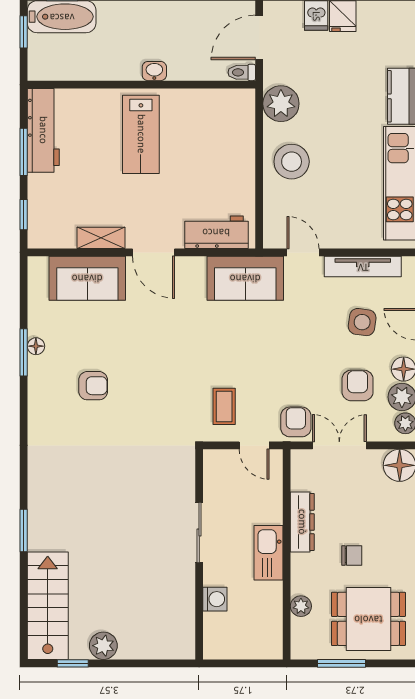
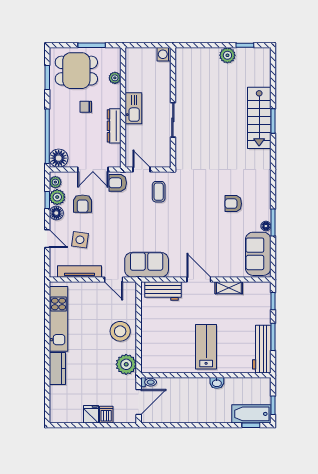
washbasin: (154, 71) -> (217, 383), moved
sofa: (87, 278) -> (258, 254), moved, turned -90
armchair: (296, 422) -> (118, 183), turned 90
washing machine: (215, 599) -> (164, 54), moved
stairs: (48, 606) -> (259, 118), moved

